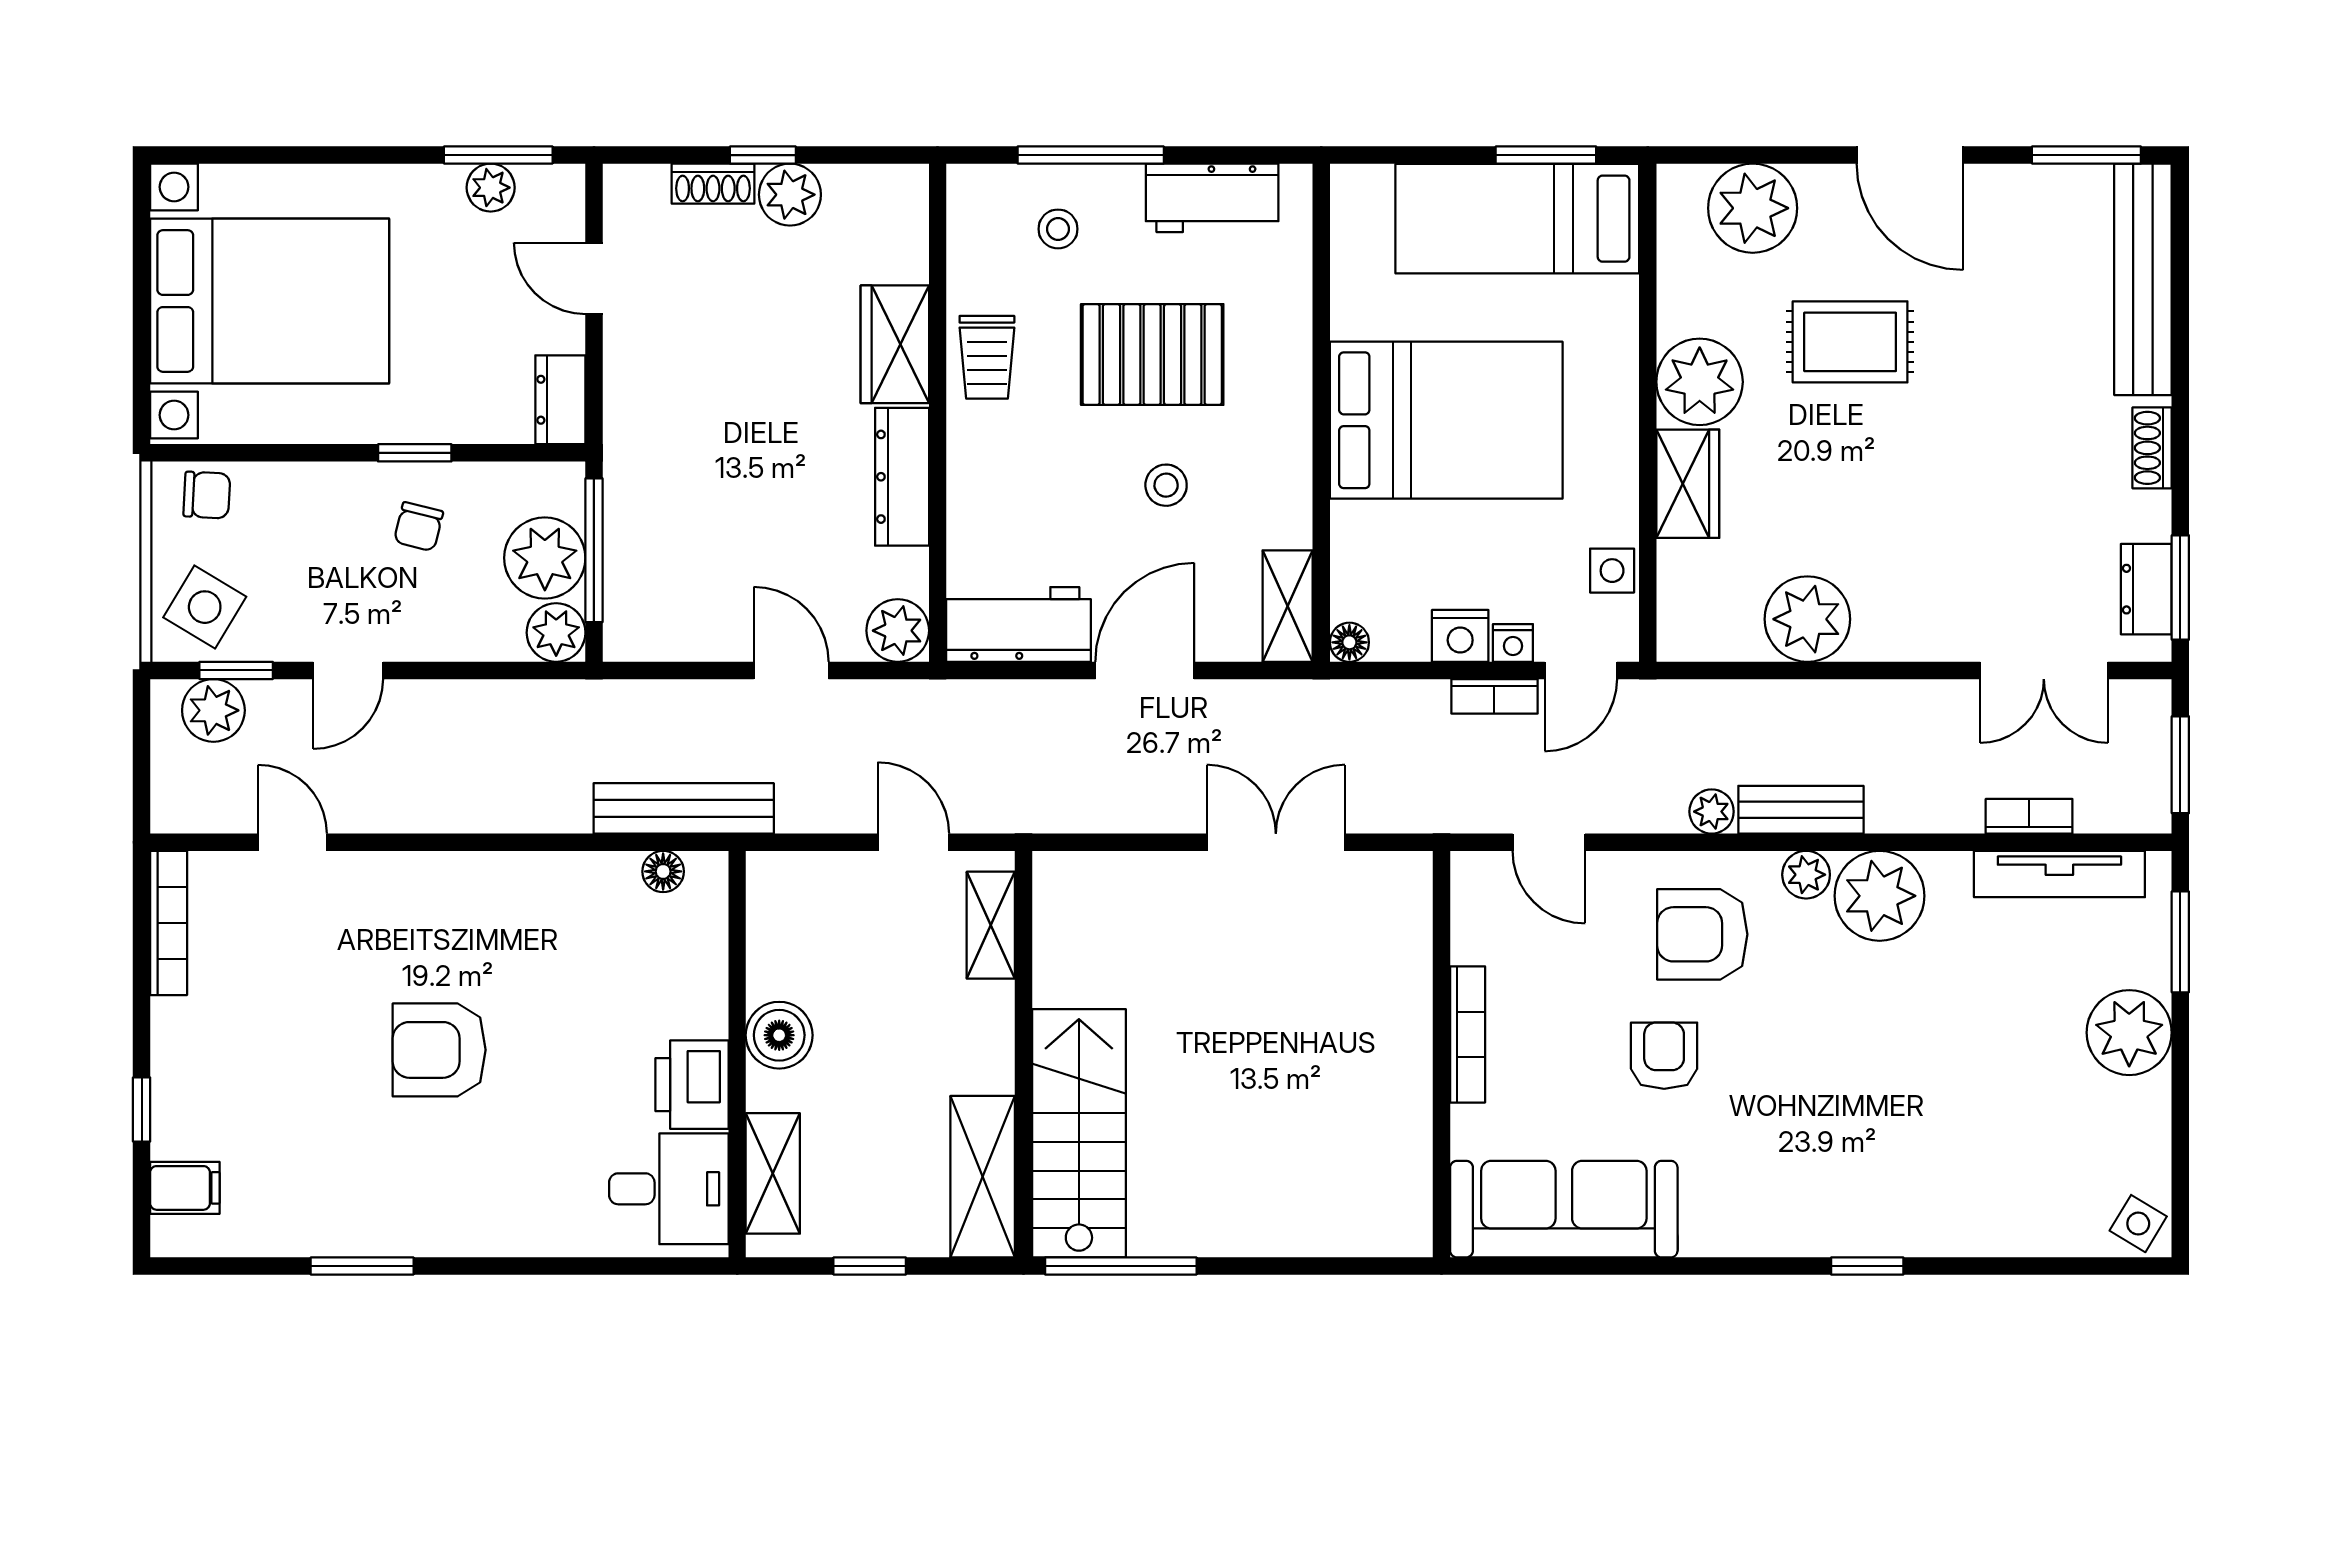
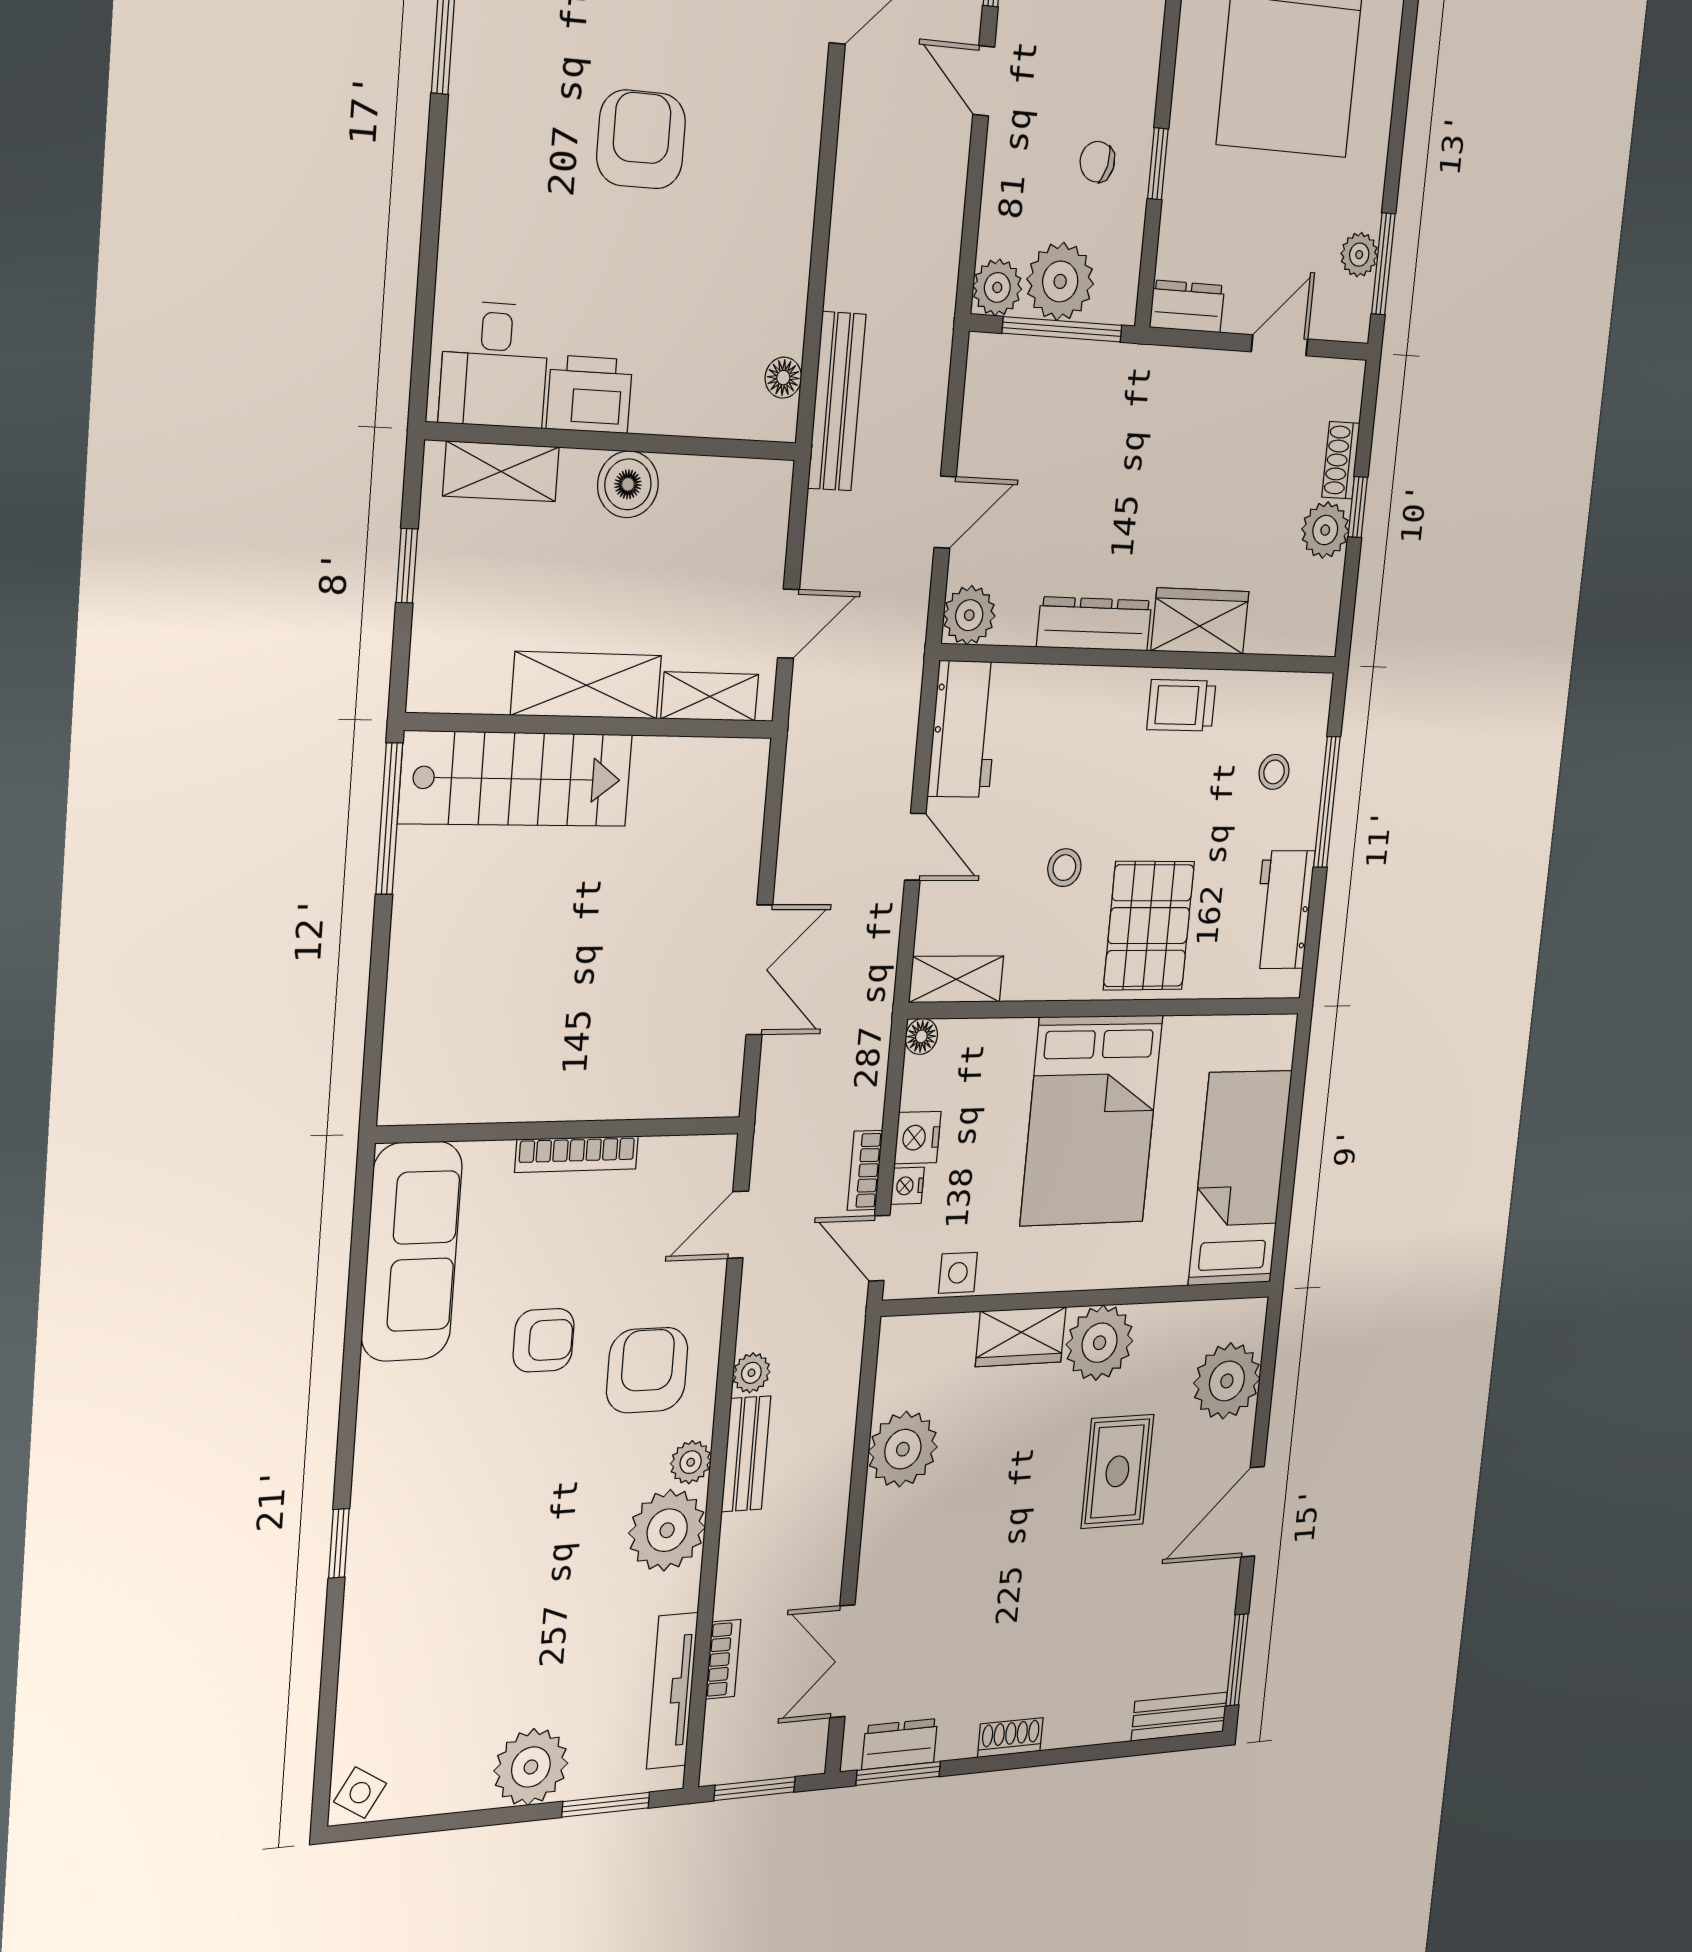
window: (1546, 155) -> (1285, 1201), removed
bench: (2143, 279) -> (1179, 1717), width x0.54, depth x0.82
pallet: (1152, 354) -> (1149, 926), moved
door: (1145, 670) -> (915, 847), width x0.73
shelving: (983, 1177) -> (586, 685), moved

